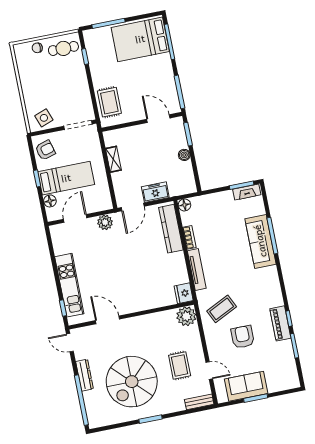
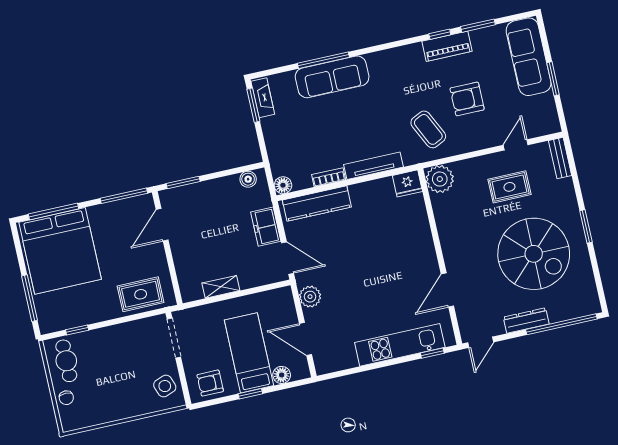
bed: (140, 39) -> (60, 251), width x1.36
armchair: (45, 150) -> (210, 383), turned -74
boiler: (184, 155) -> (248, 179), moved
sofa: (246, 386) -> (529, 57), moved, width x1.36

